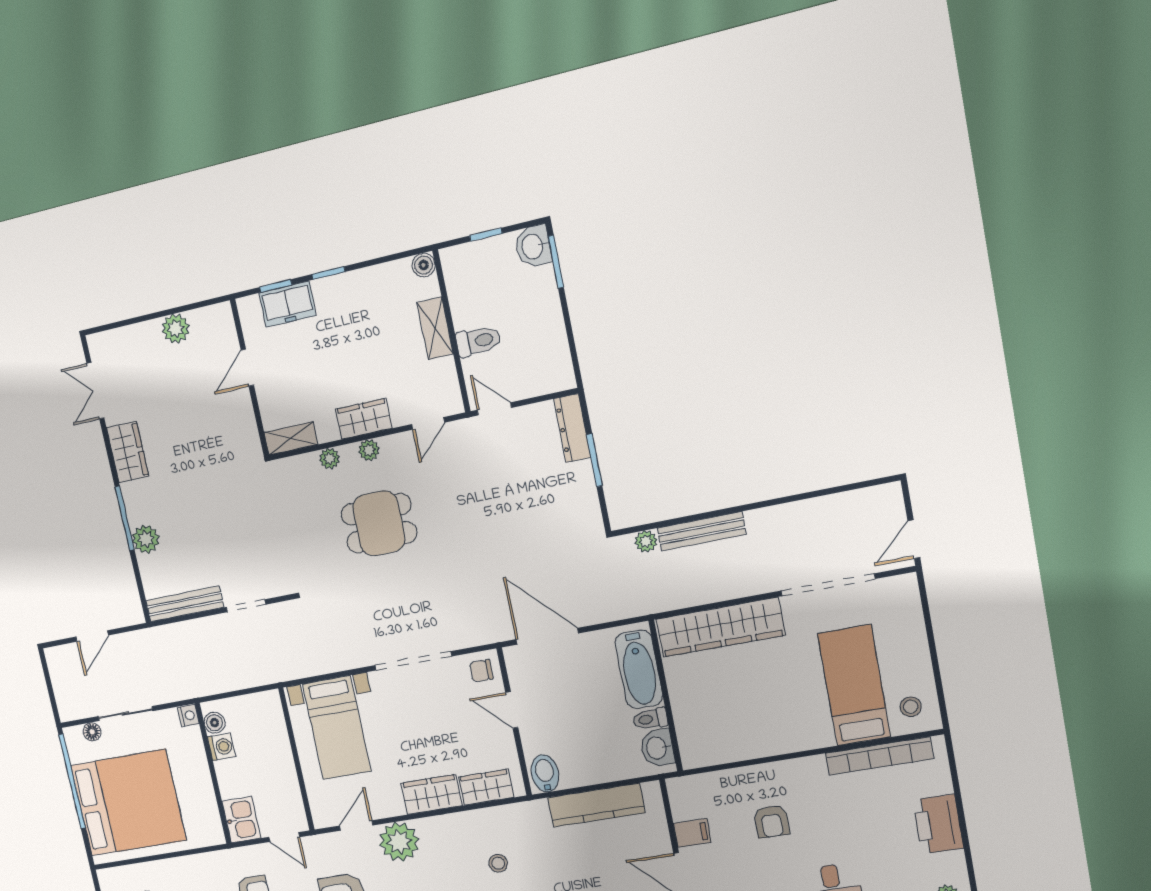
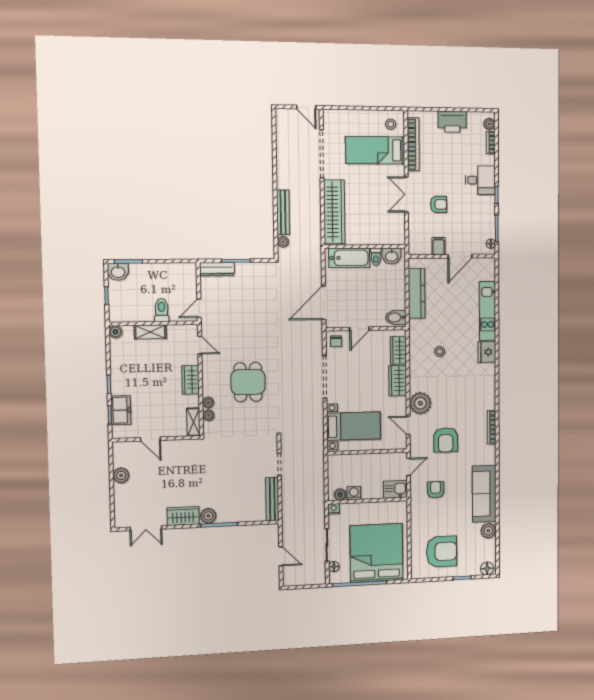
plant: (369, 450) -> (209, 415), moved
plant: (146, 539) -> (208, 516), moved
double door: (779, 758) -> (406, 194), added

